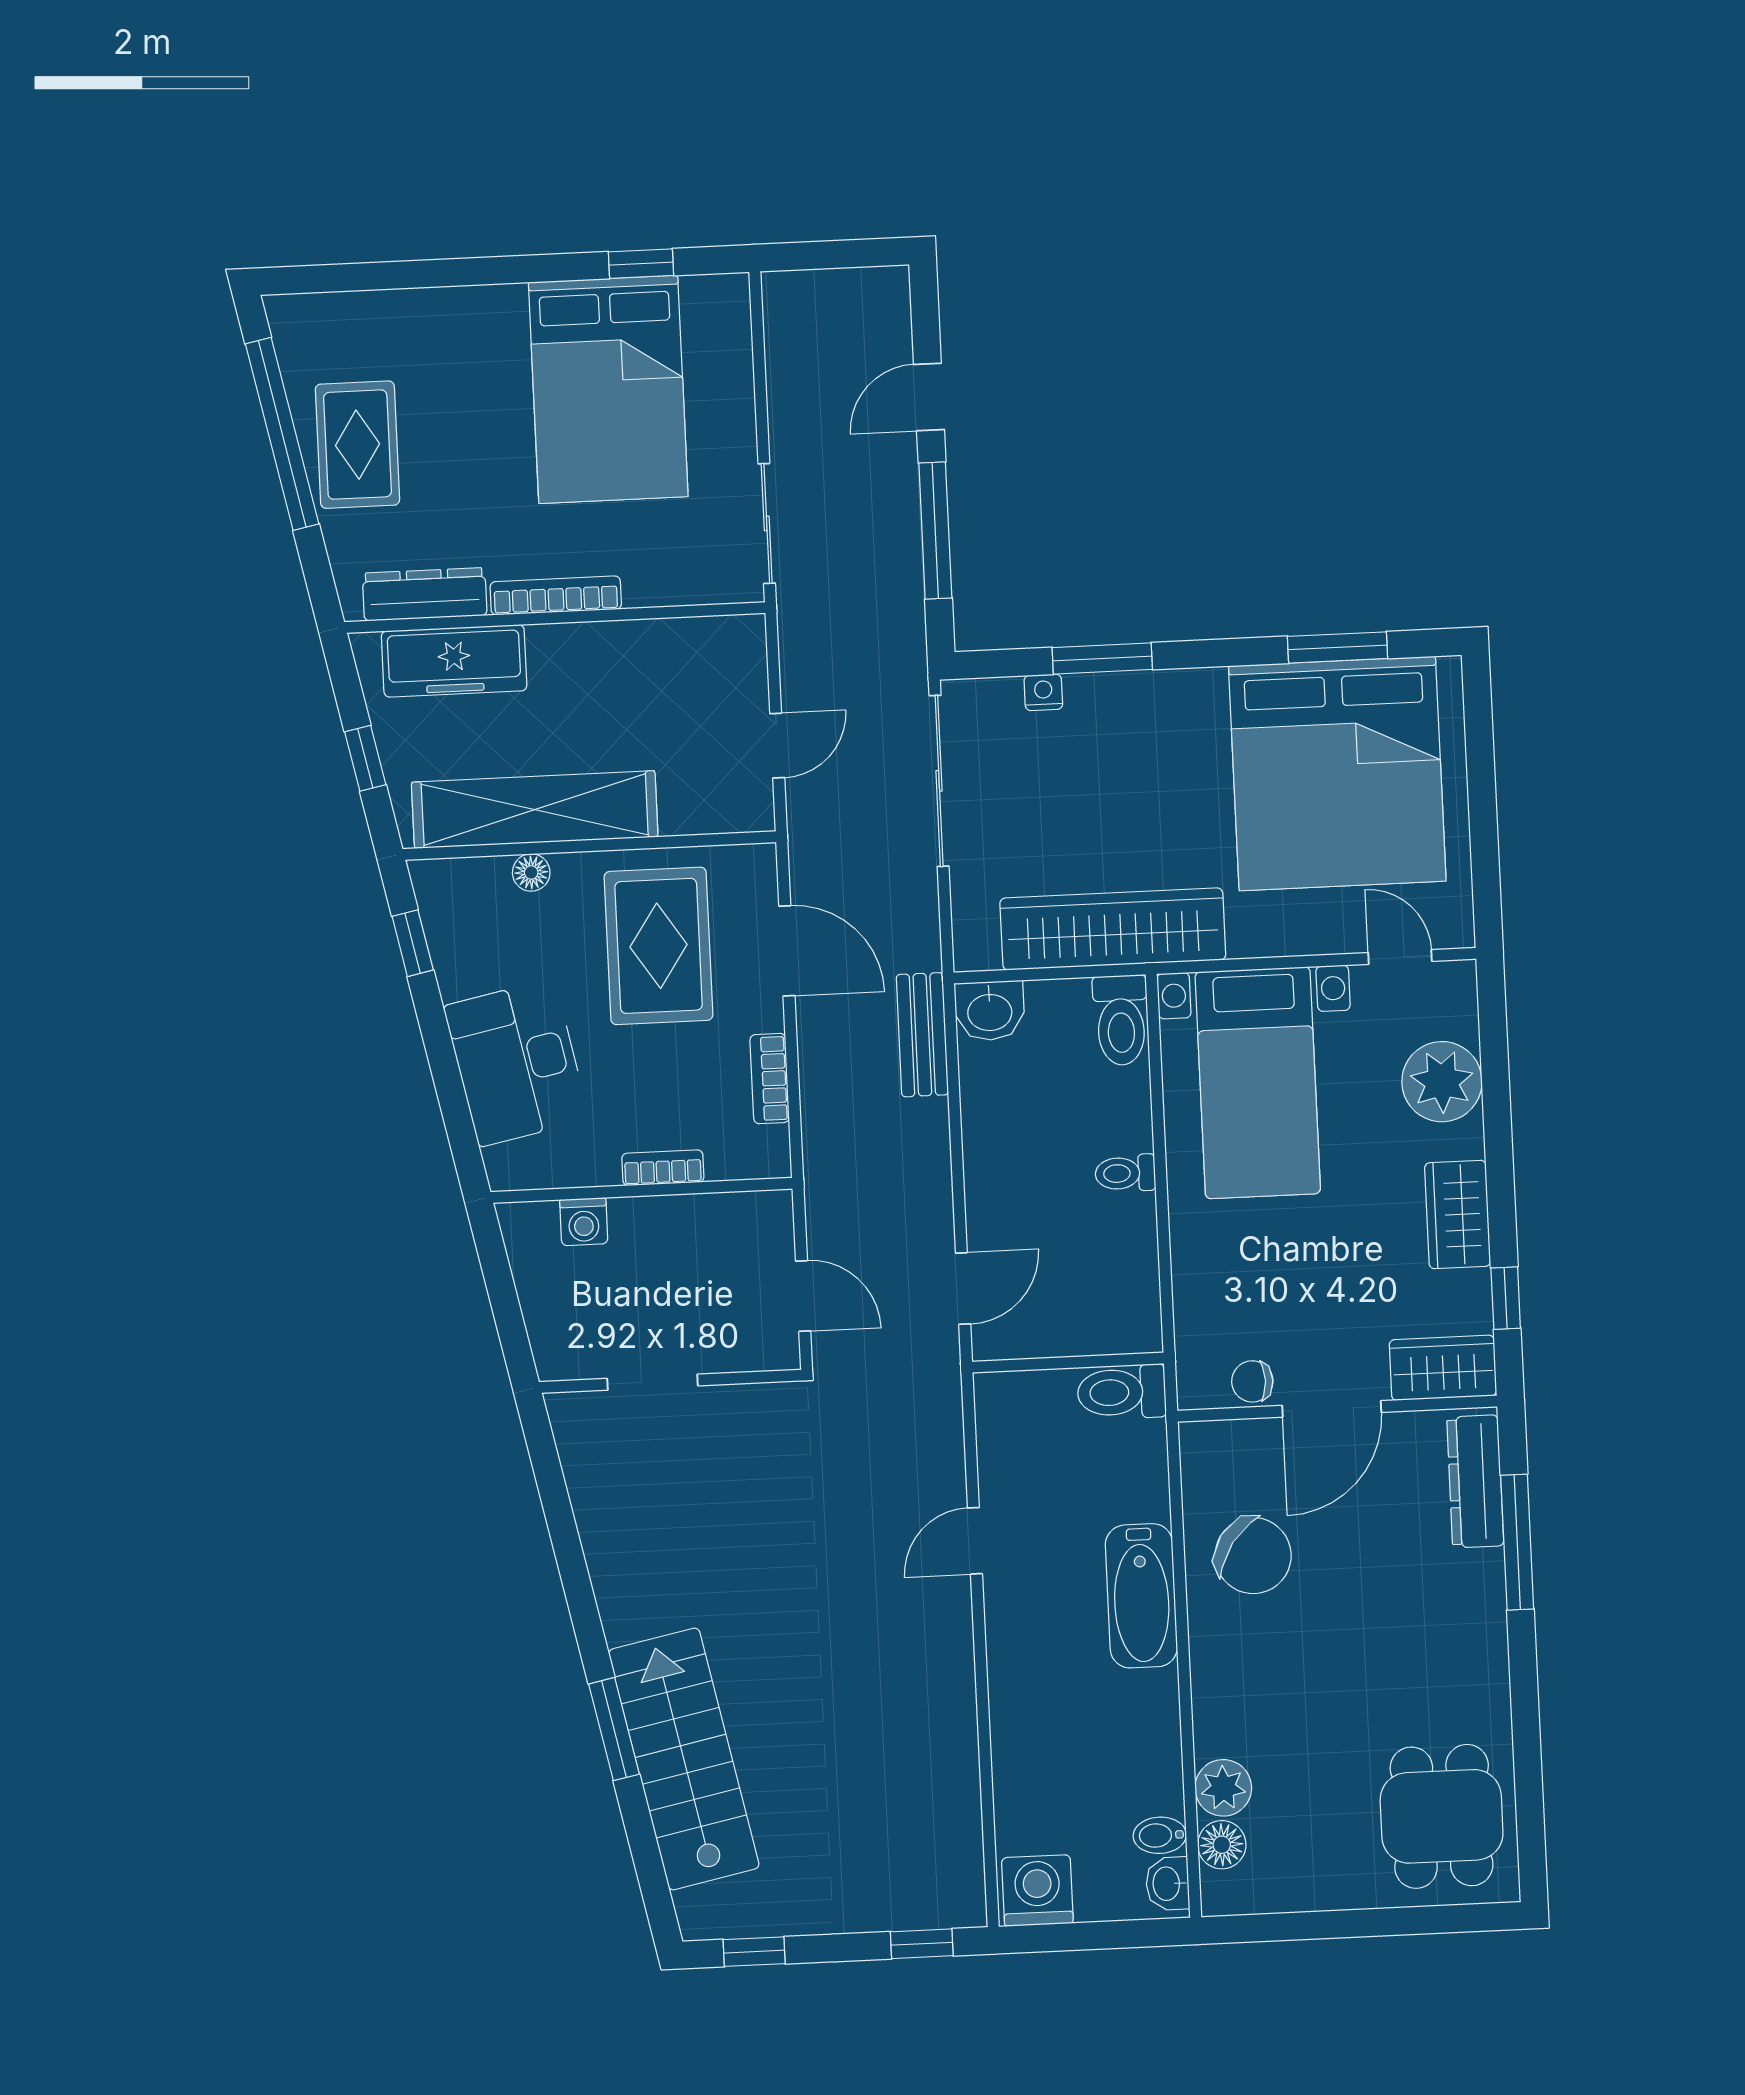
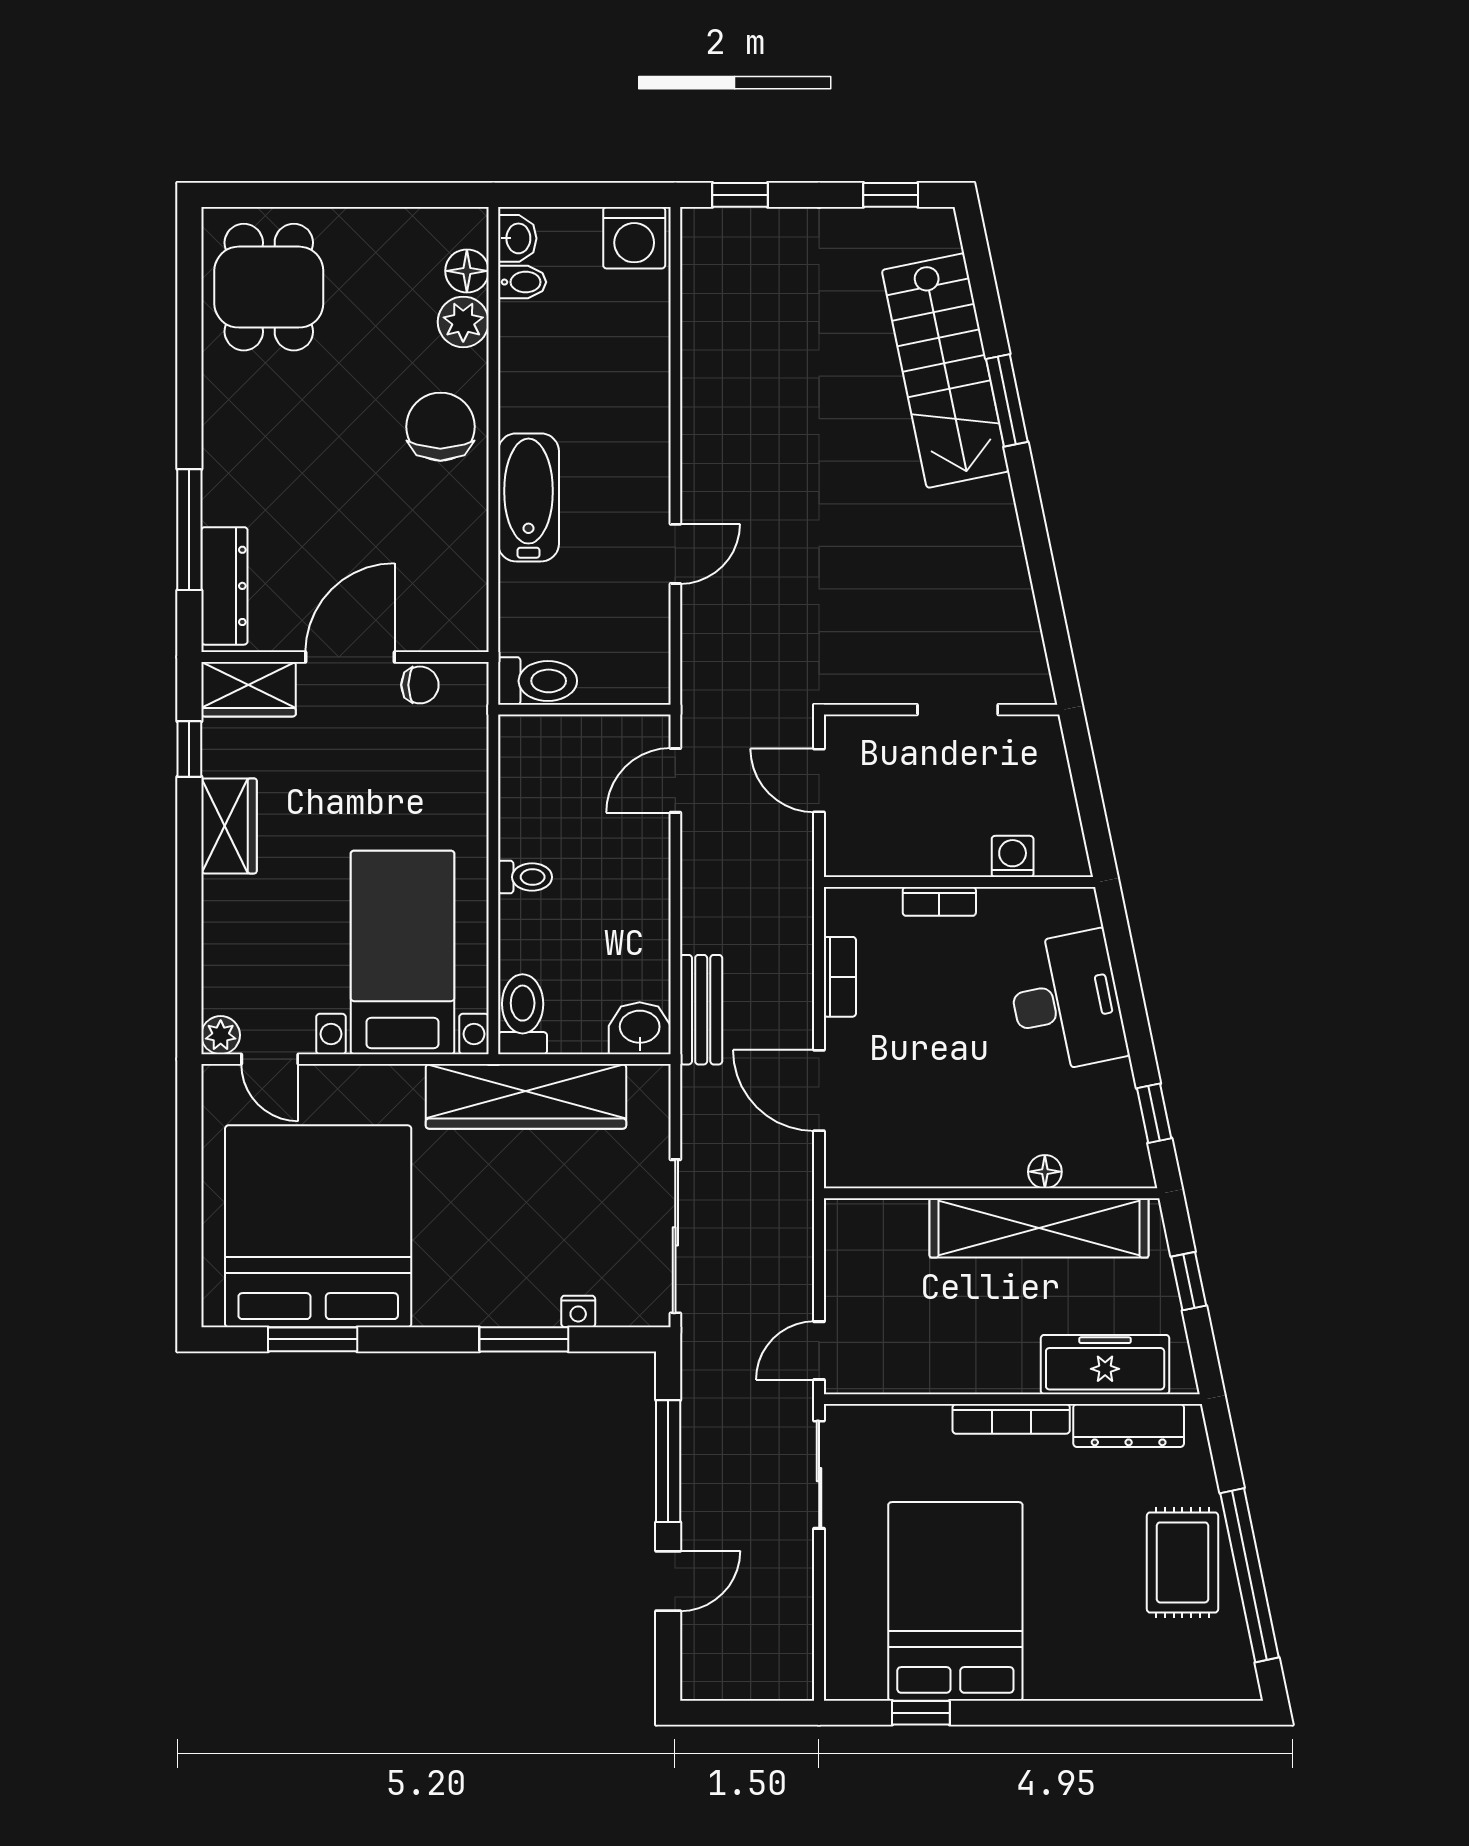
door: (777, 746) -> (819, 1351), moved
rug: (659, 946) -> (934, 1100), removed
plant: (1442, 1082) -> (221, 1035), moved, width x0.53, depth x0.53
chair: (1253, 1556) -> (440, 427), moved, turned 55

